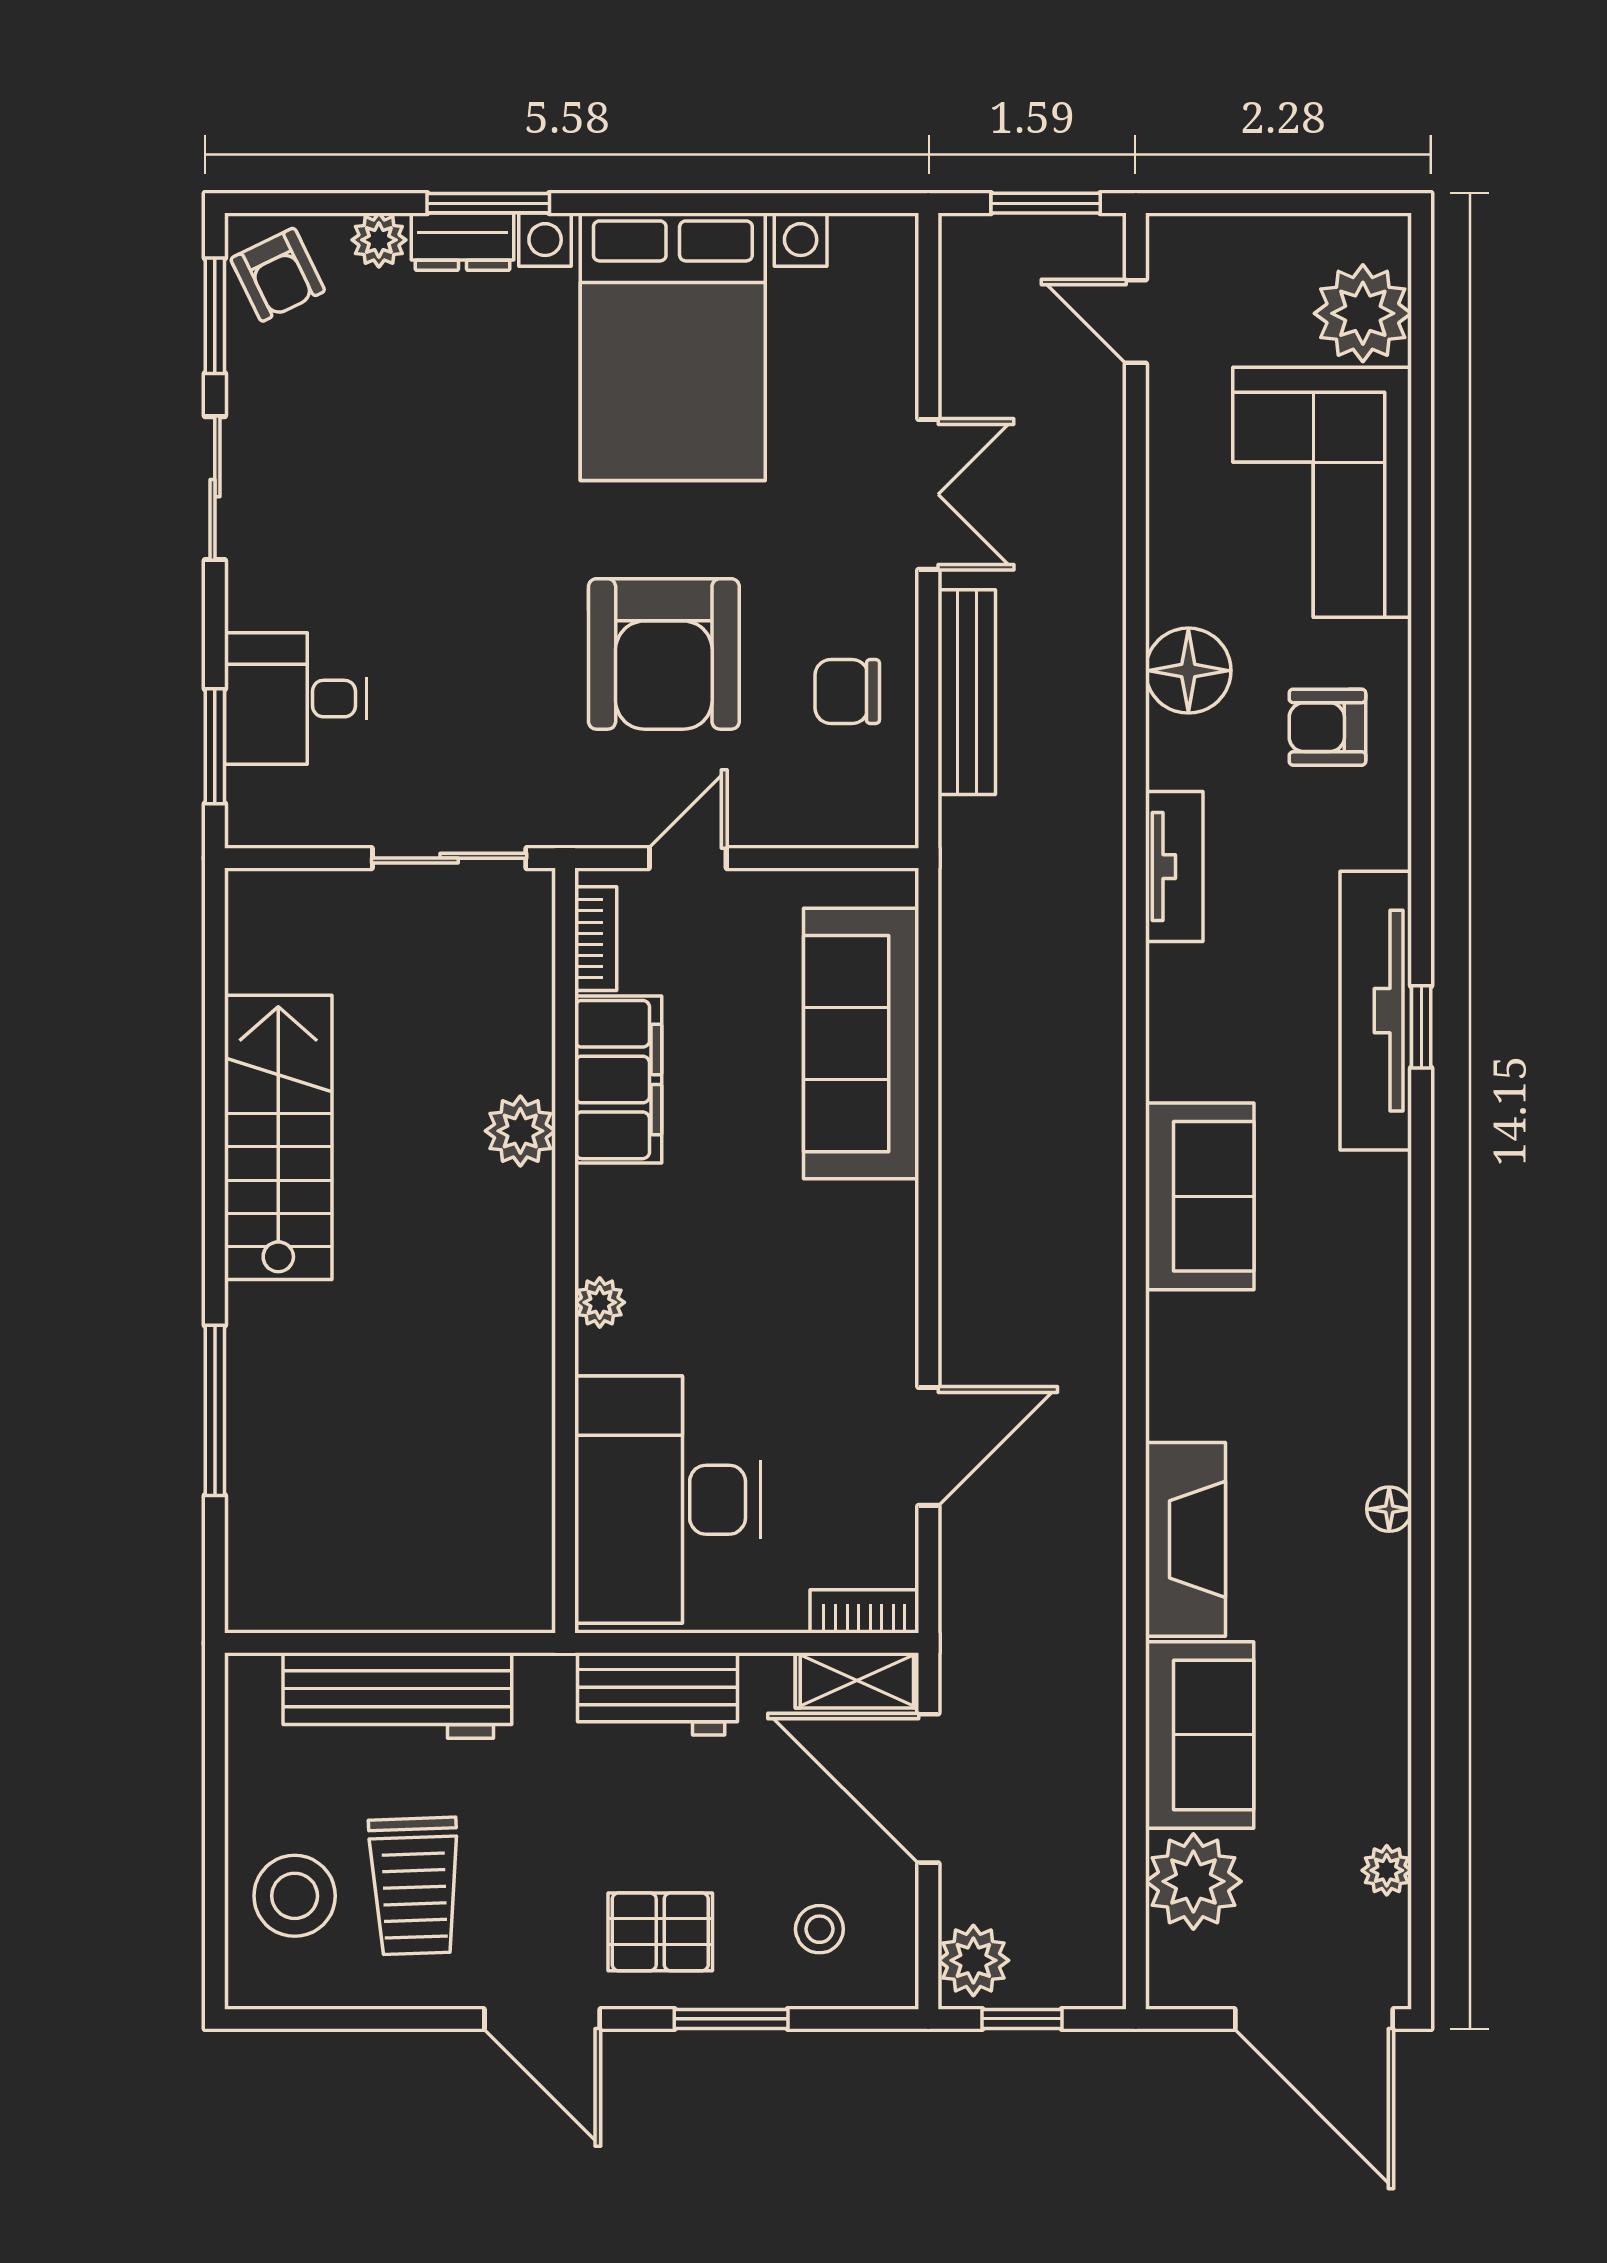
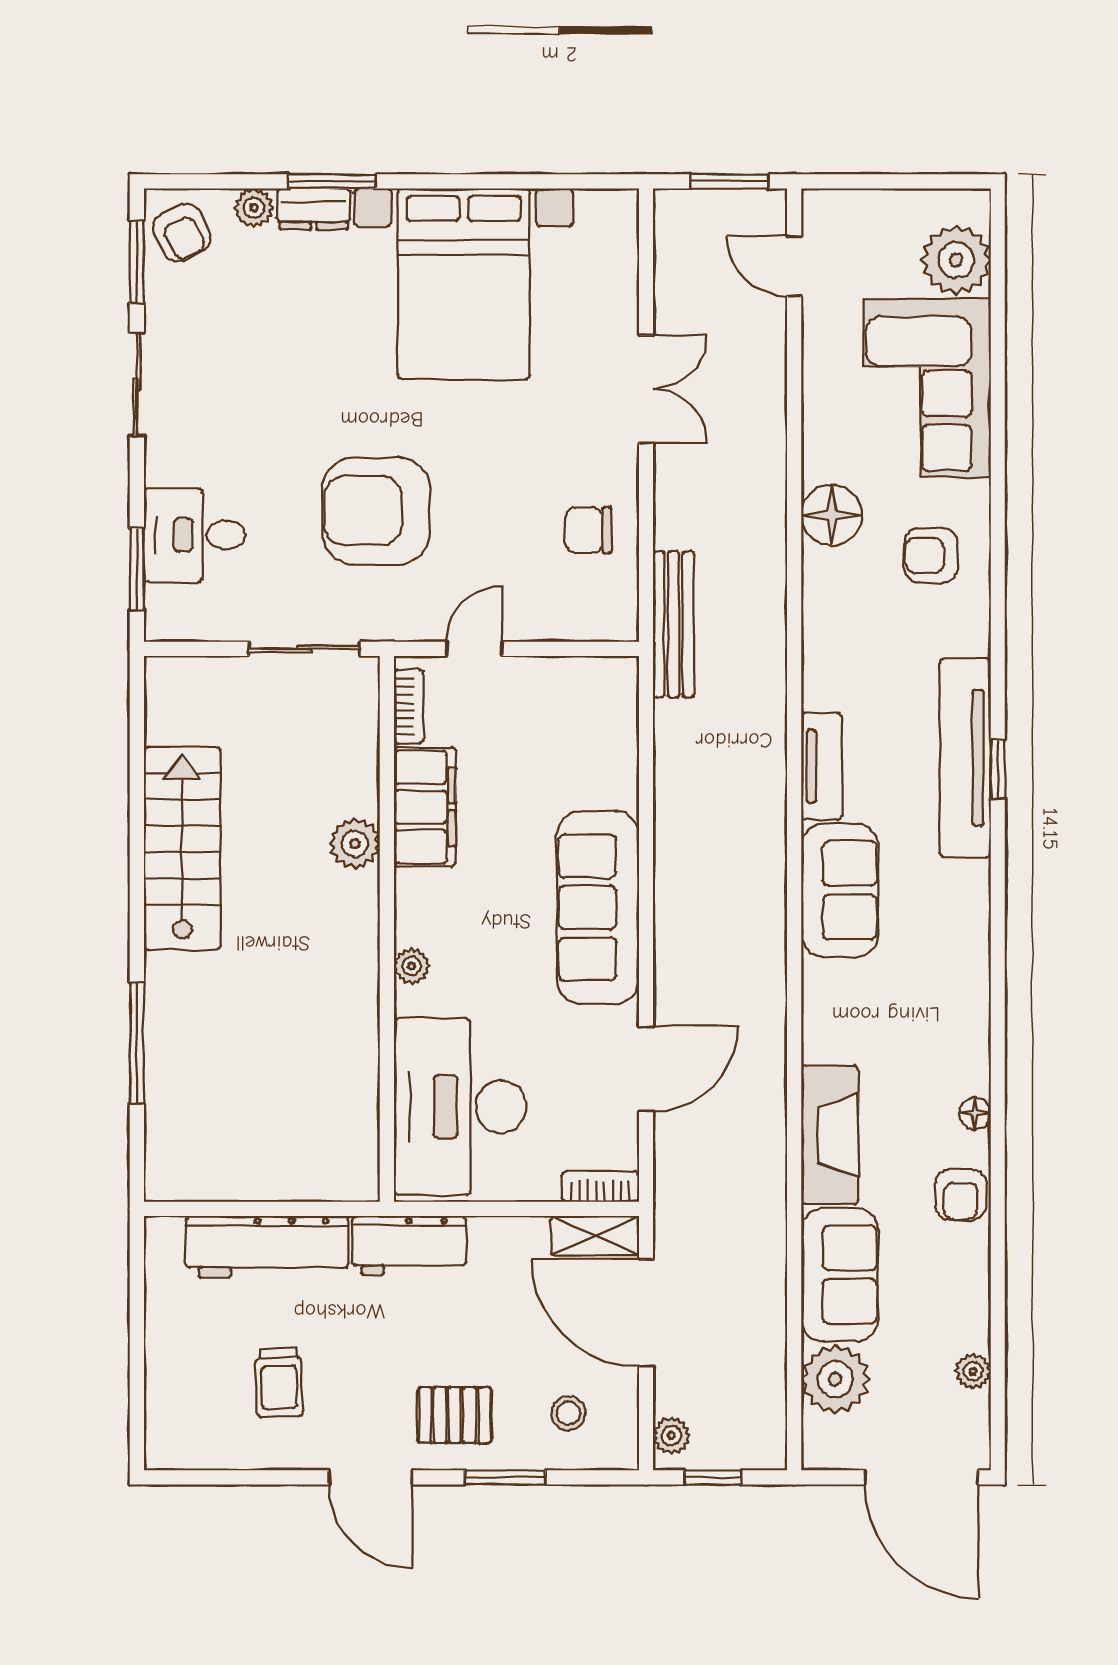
armchair: (664, 654) -> (376, 511), moved, turned 90
bench: (967, 692) -> (673, 624), moved
tv unit: (1174, 867) -> (822, 766), moved
sofa: (861, 1044) -> (598, 907), moved
armchair: (1369, 1623) -> (961, 1195), added
workbench: (658, 1694) -> (409, 1245), moved
trolley: (414, 1886) -> (279, 1382), width x0.73, depth x0.72
stool: (295, 1896) -> (194, 1390), removed
plant: (973, 1960) -> (671, 1436), width x0.73, depth x0.73

